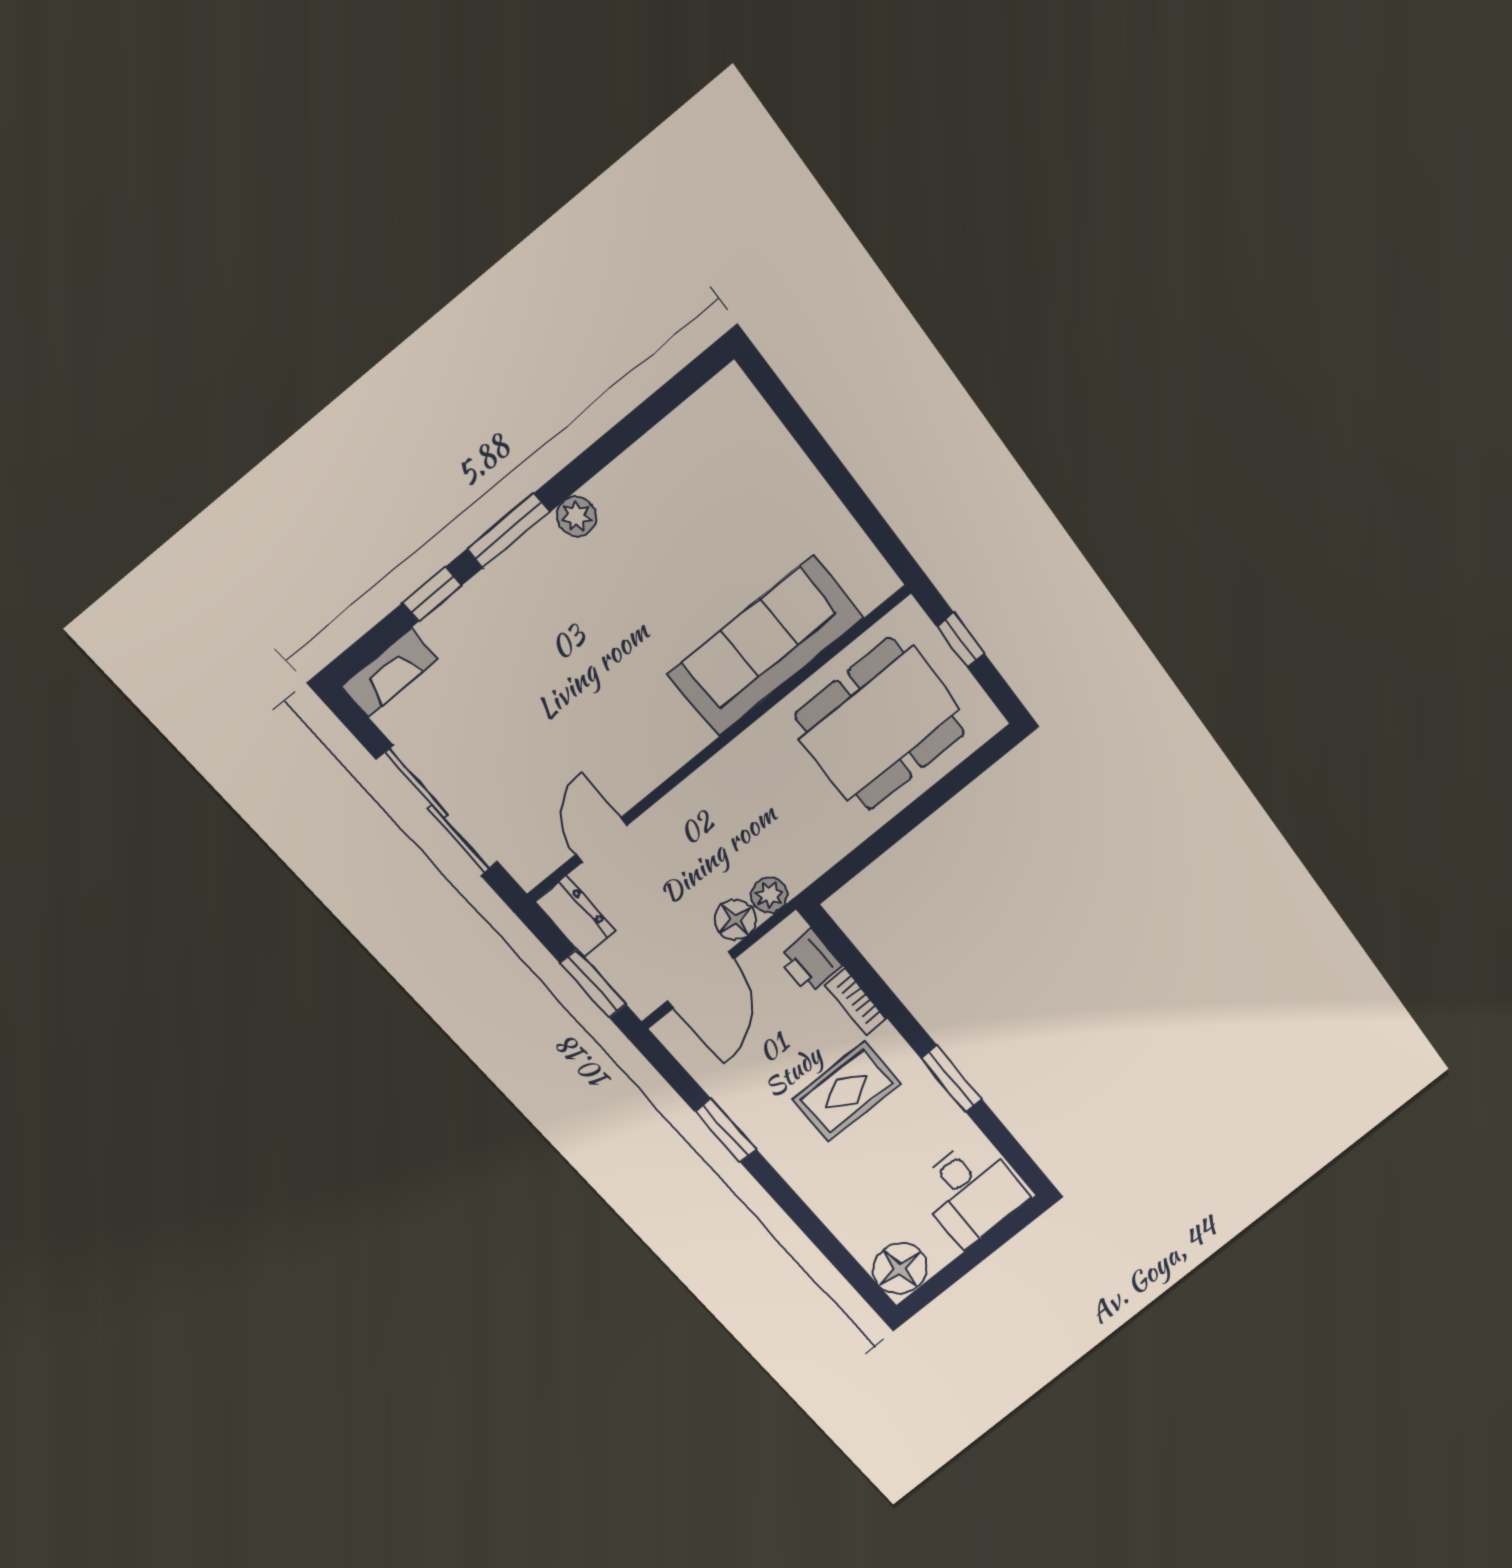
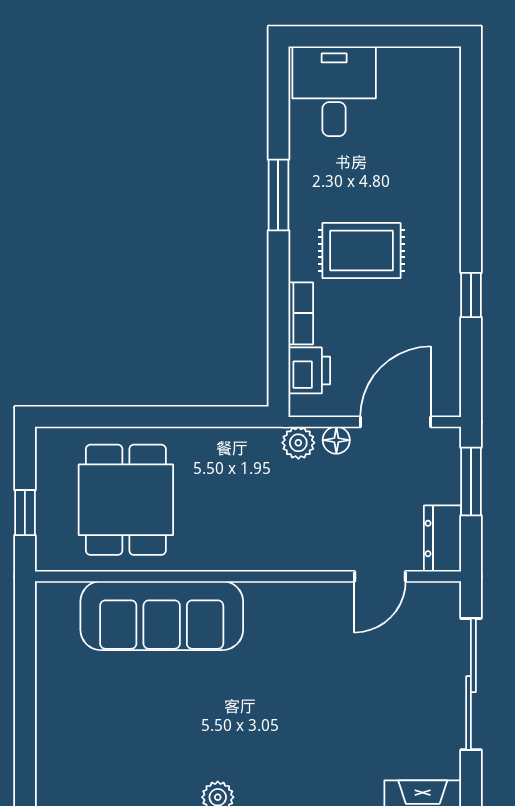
dining table: (880, 724) -> (126, 500), width x0.73
floor lamp: (735, 920) -> (336, 440), width x0.73, depth x0.73
window: (726, 1131) -> (471, 295), width x0.67
floor lamp: (900, 1269) -> (435, 75), removed

